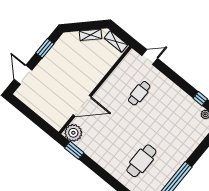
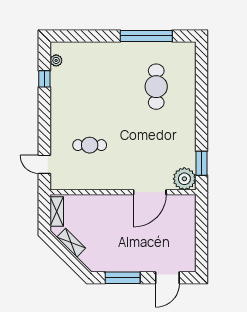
window: (45, 48) -> (123, 278), width x1.44
door: (82, 106) -> (150, 192), swing flipped
cafe table: (141, 161) -> (156, 87), turned 90

